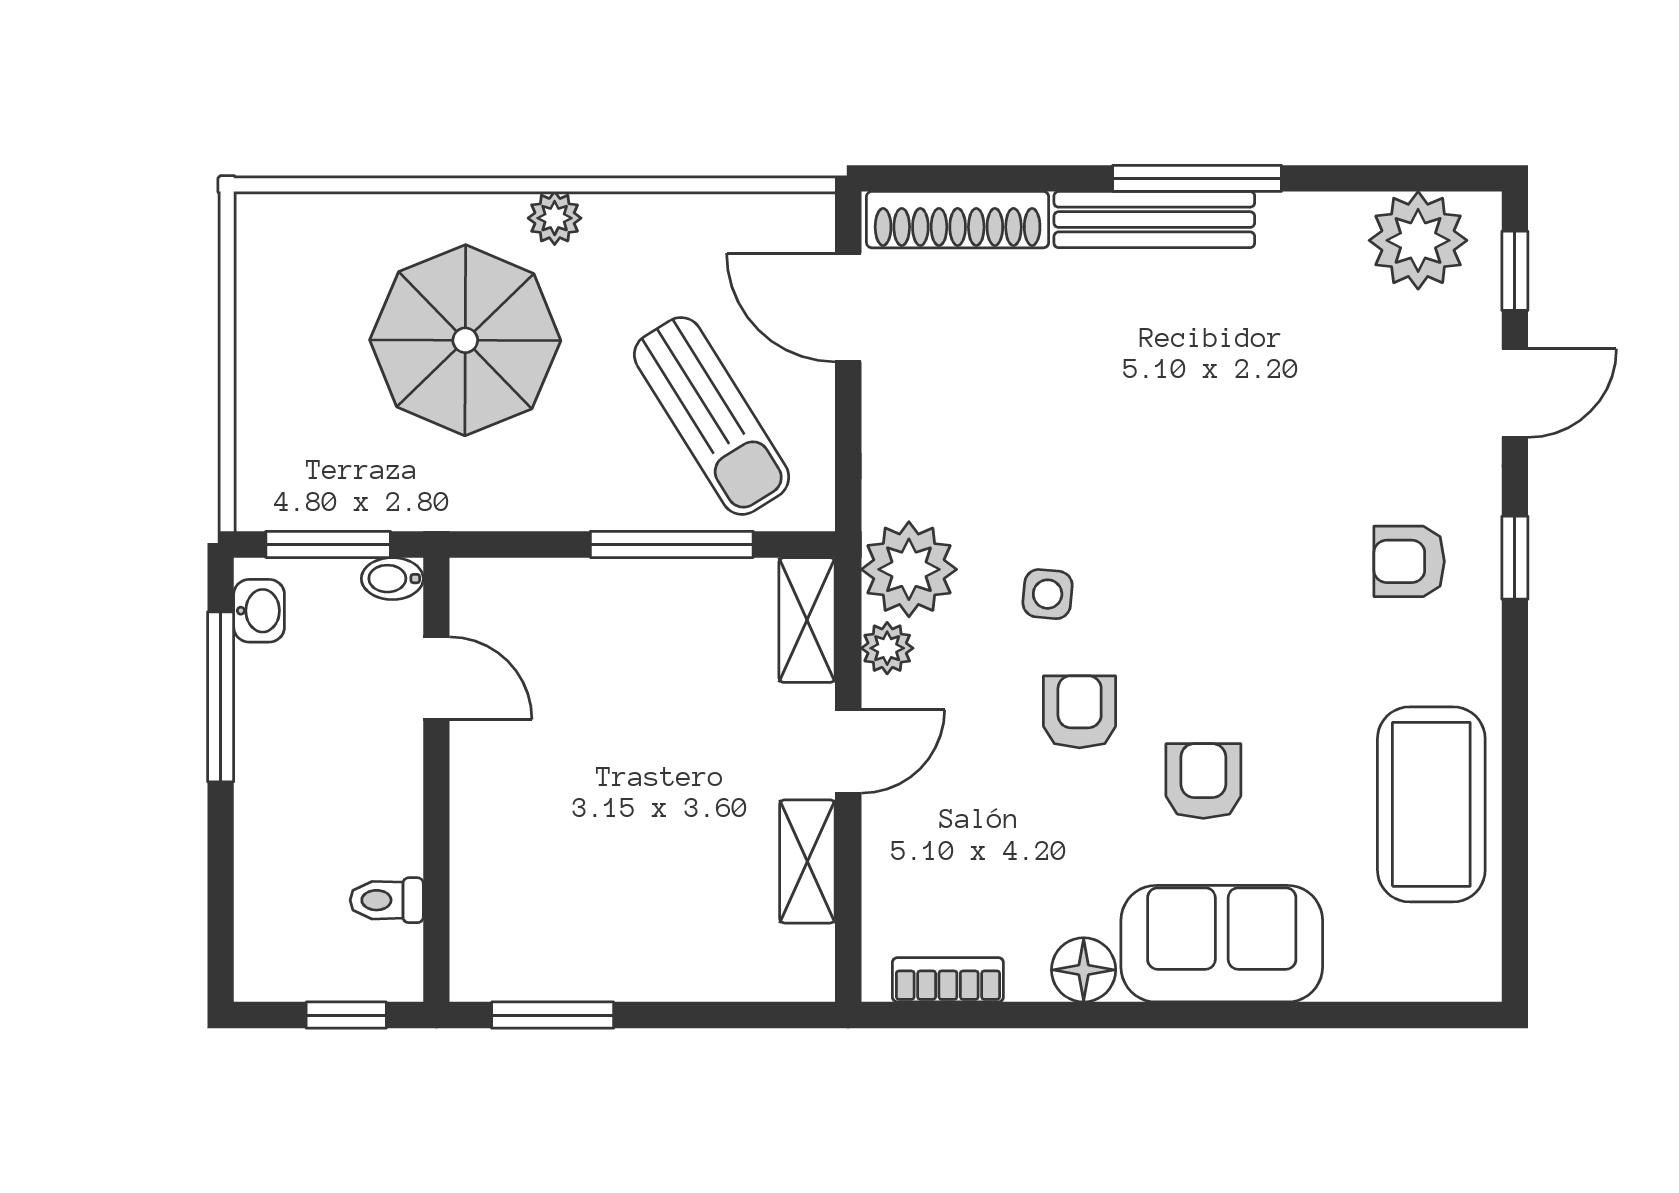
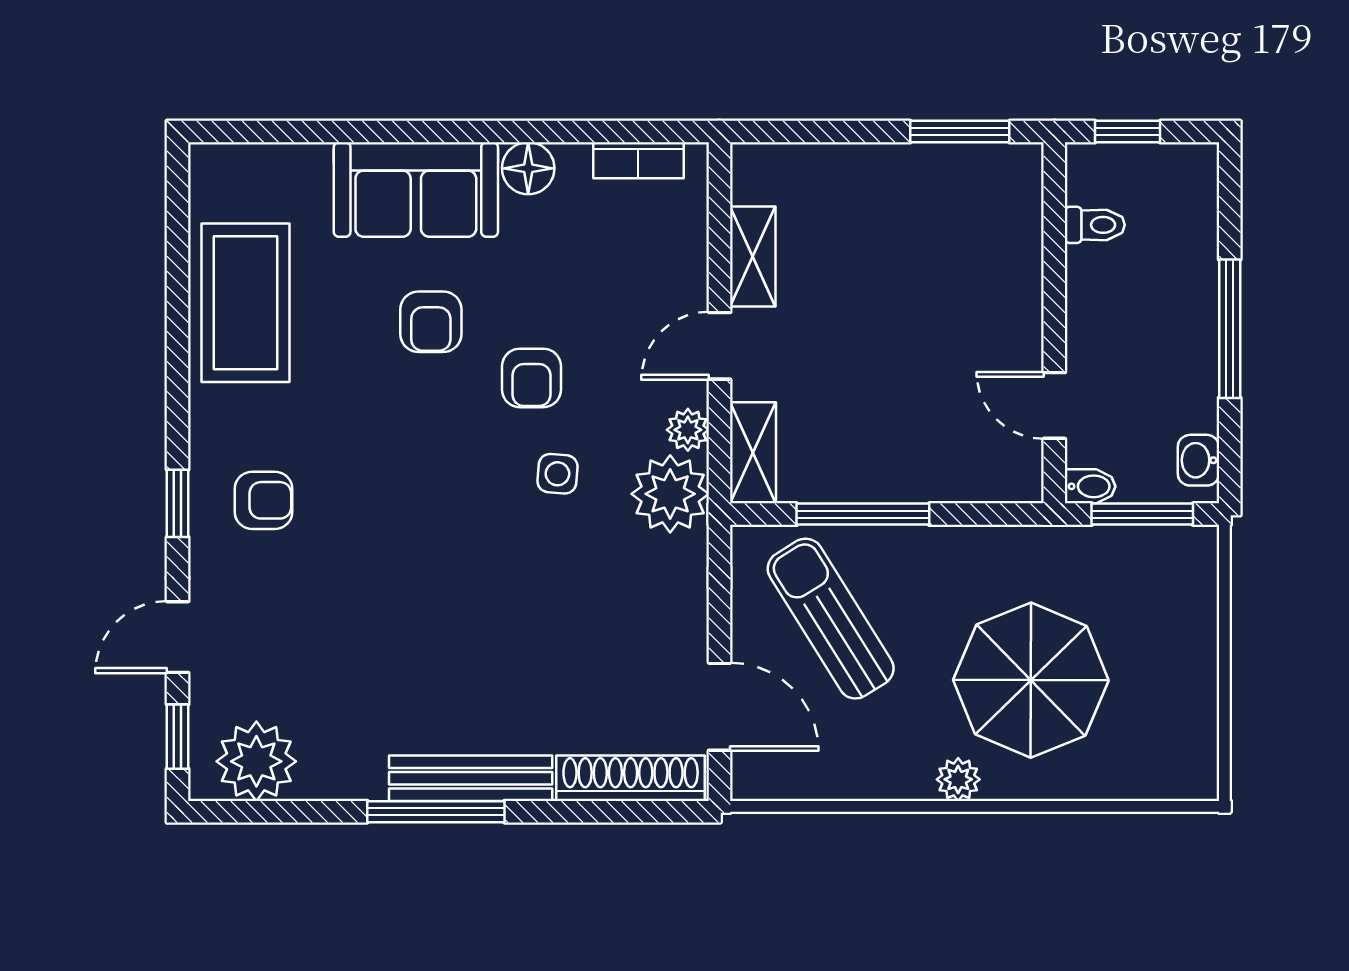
window: (221, 697) -> (1230, 329), moved

